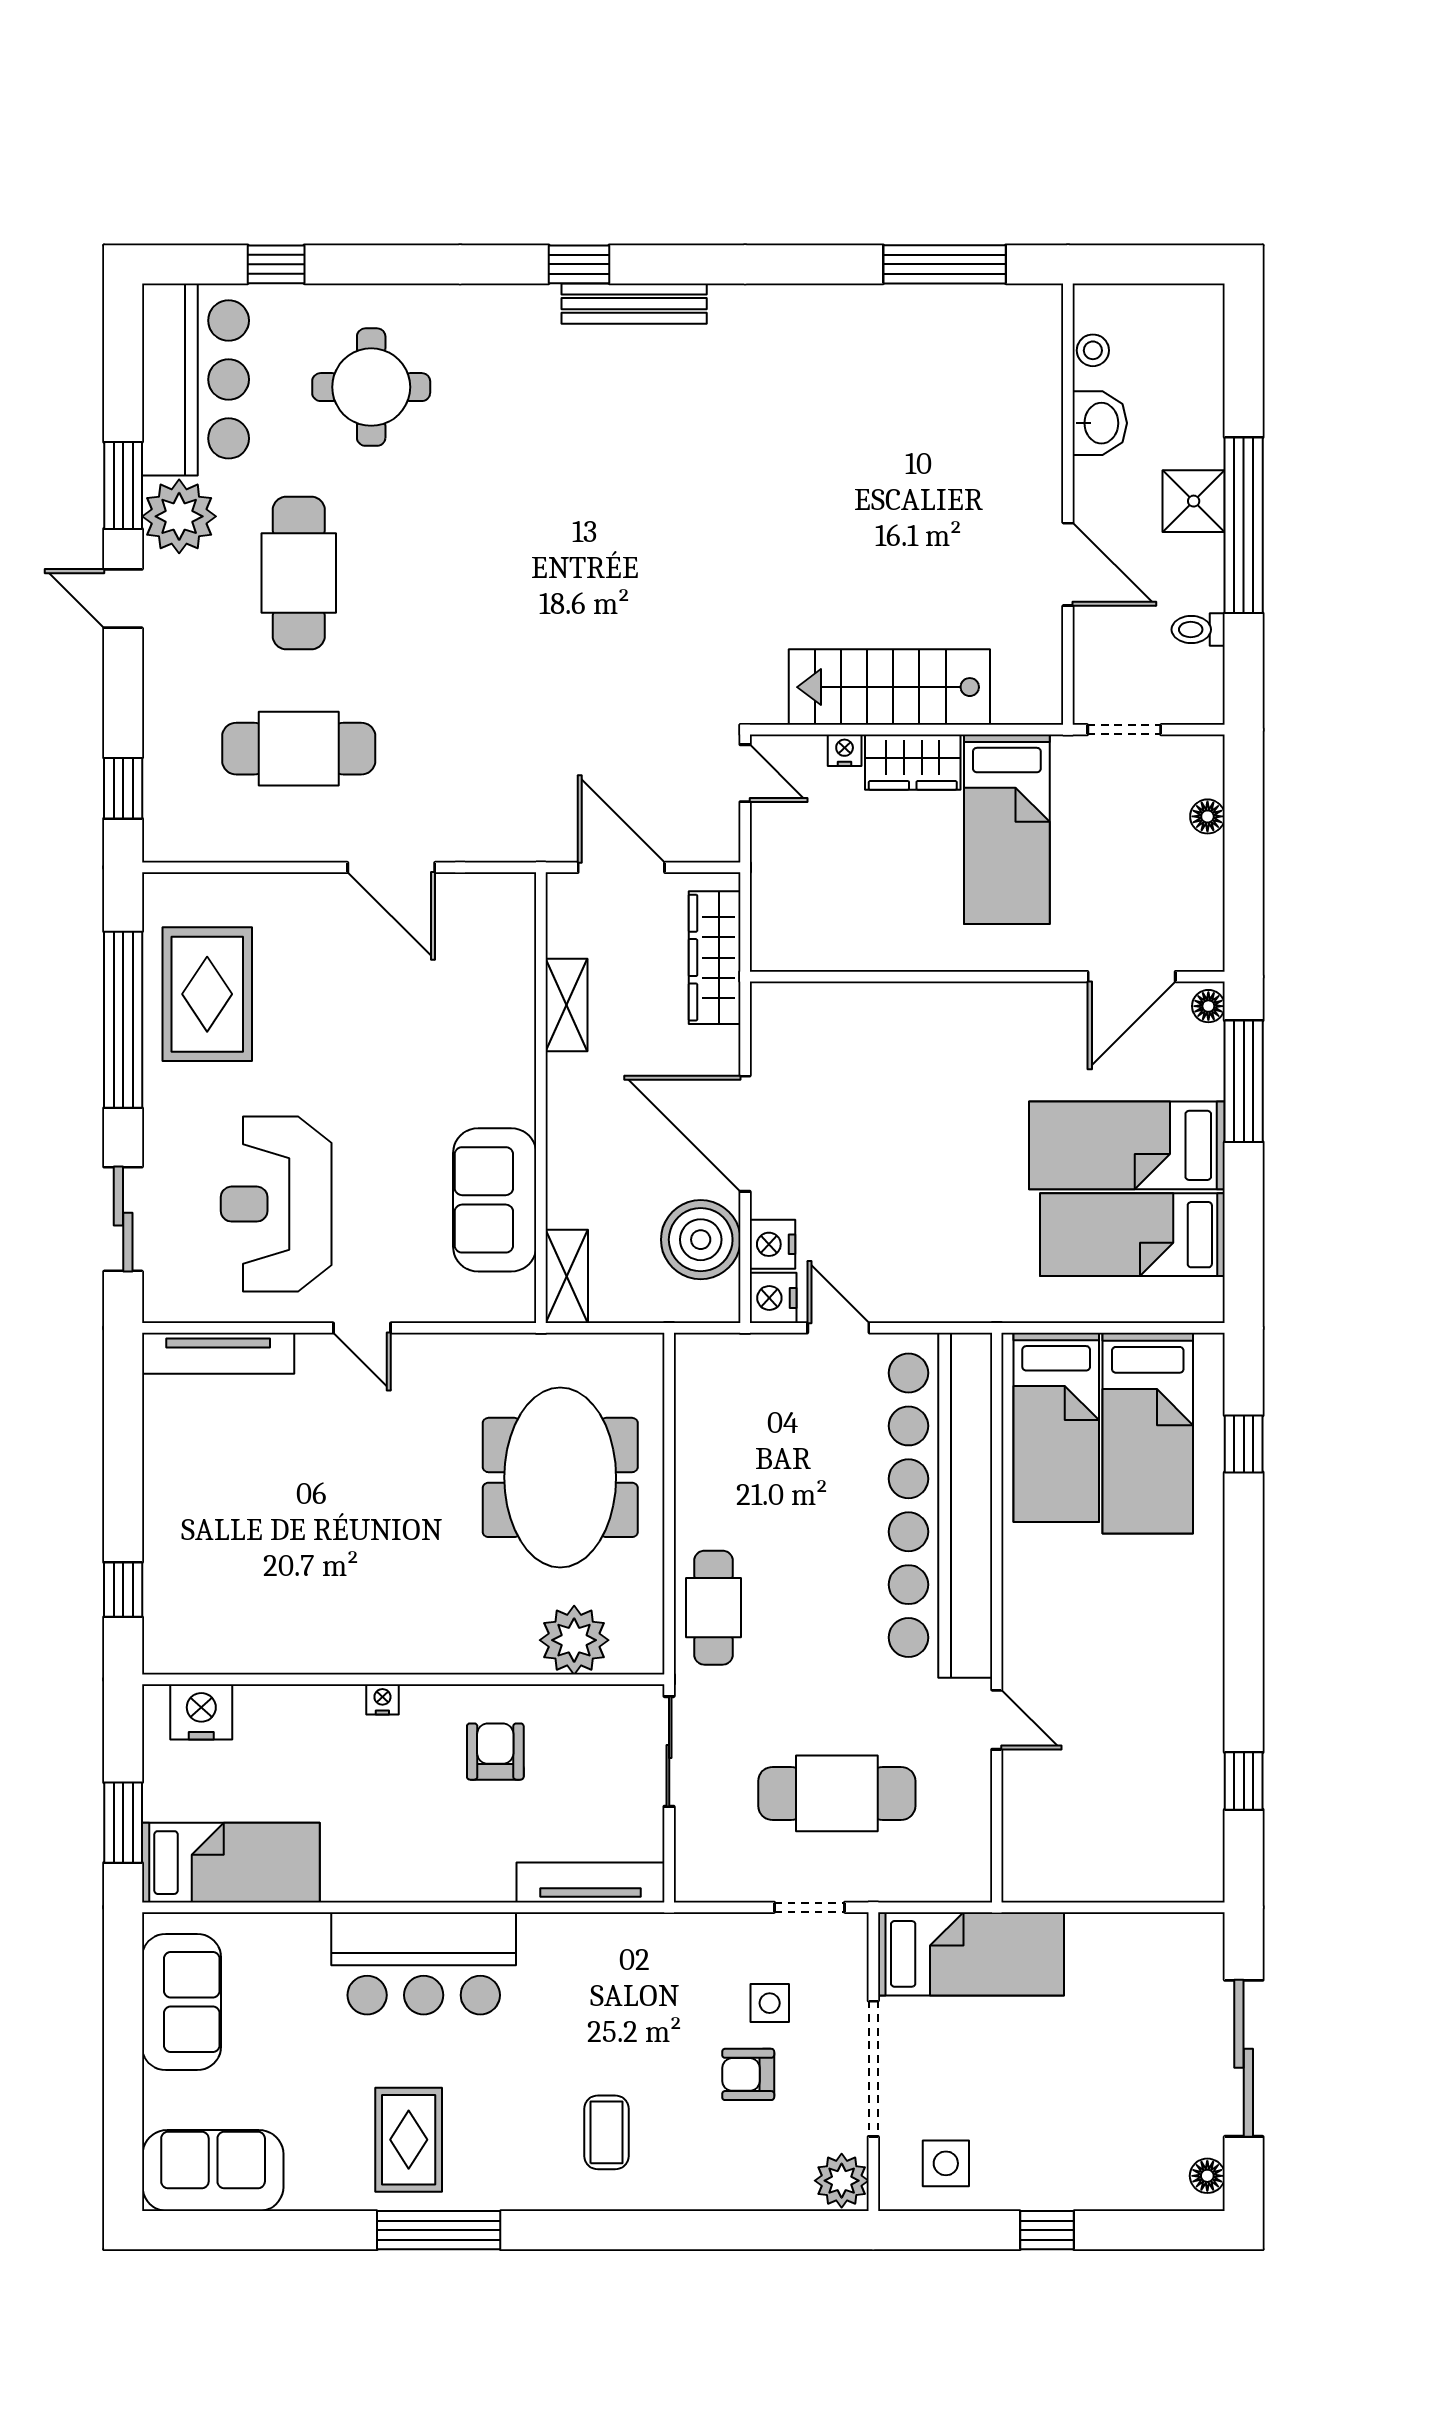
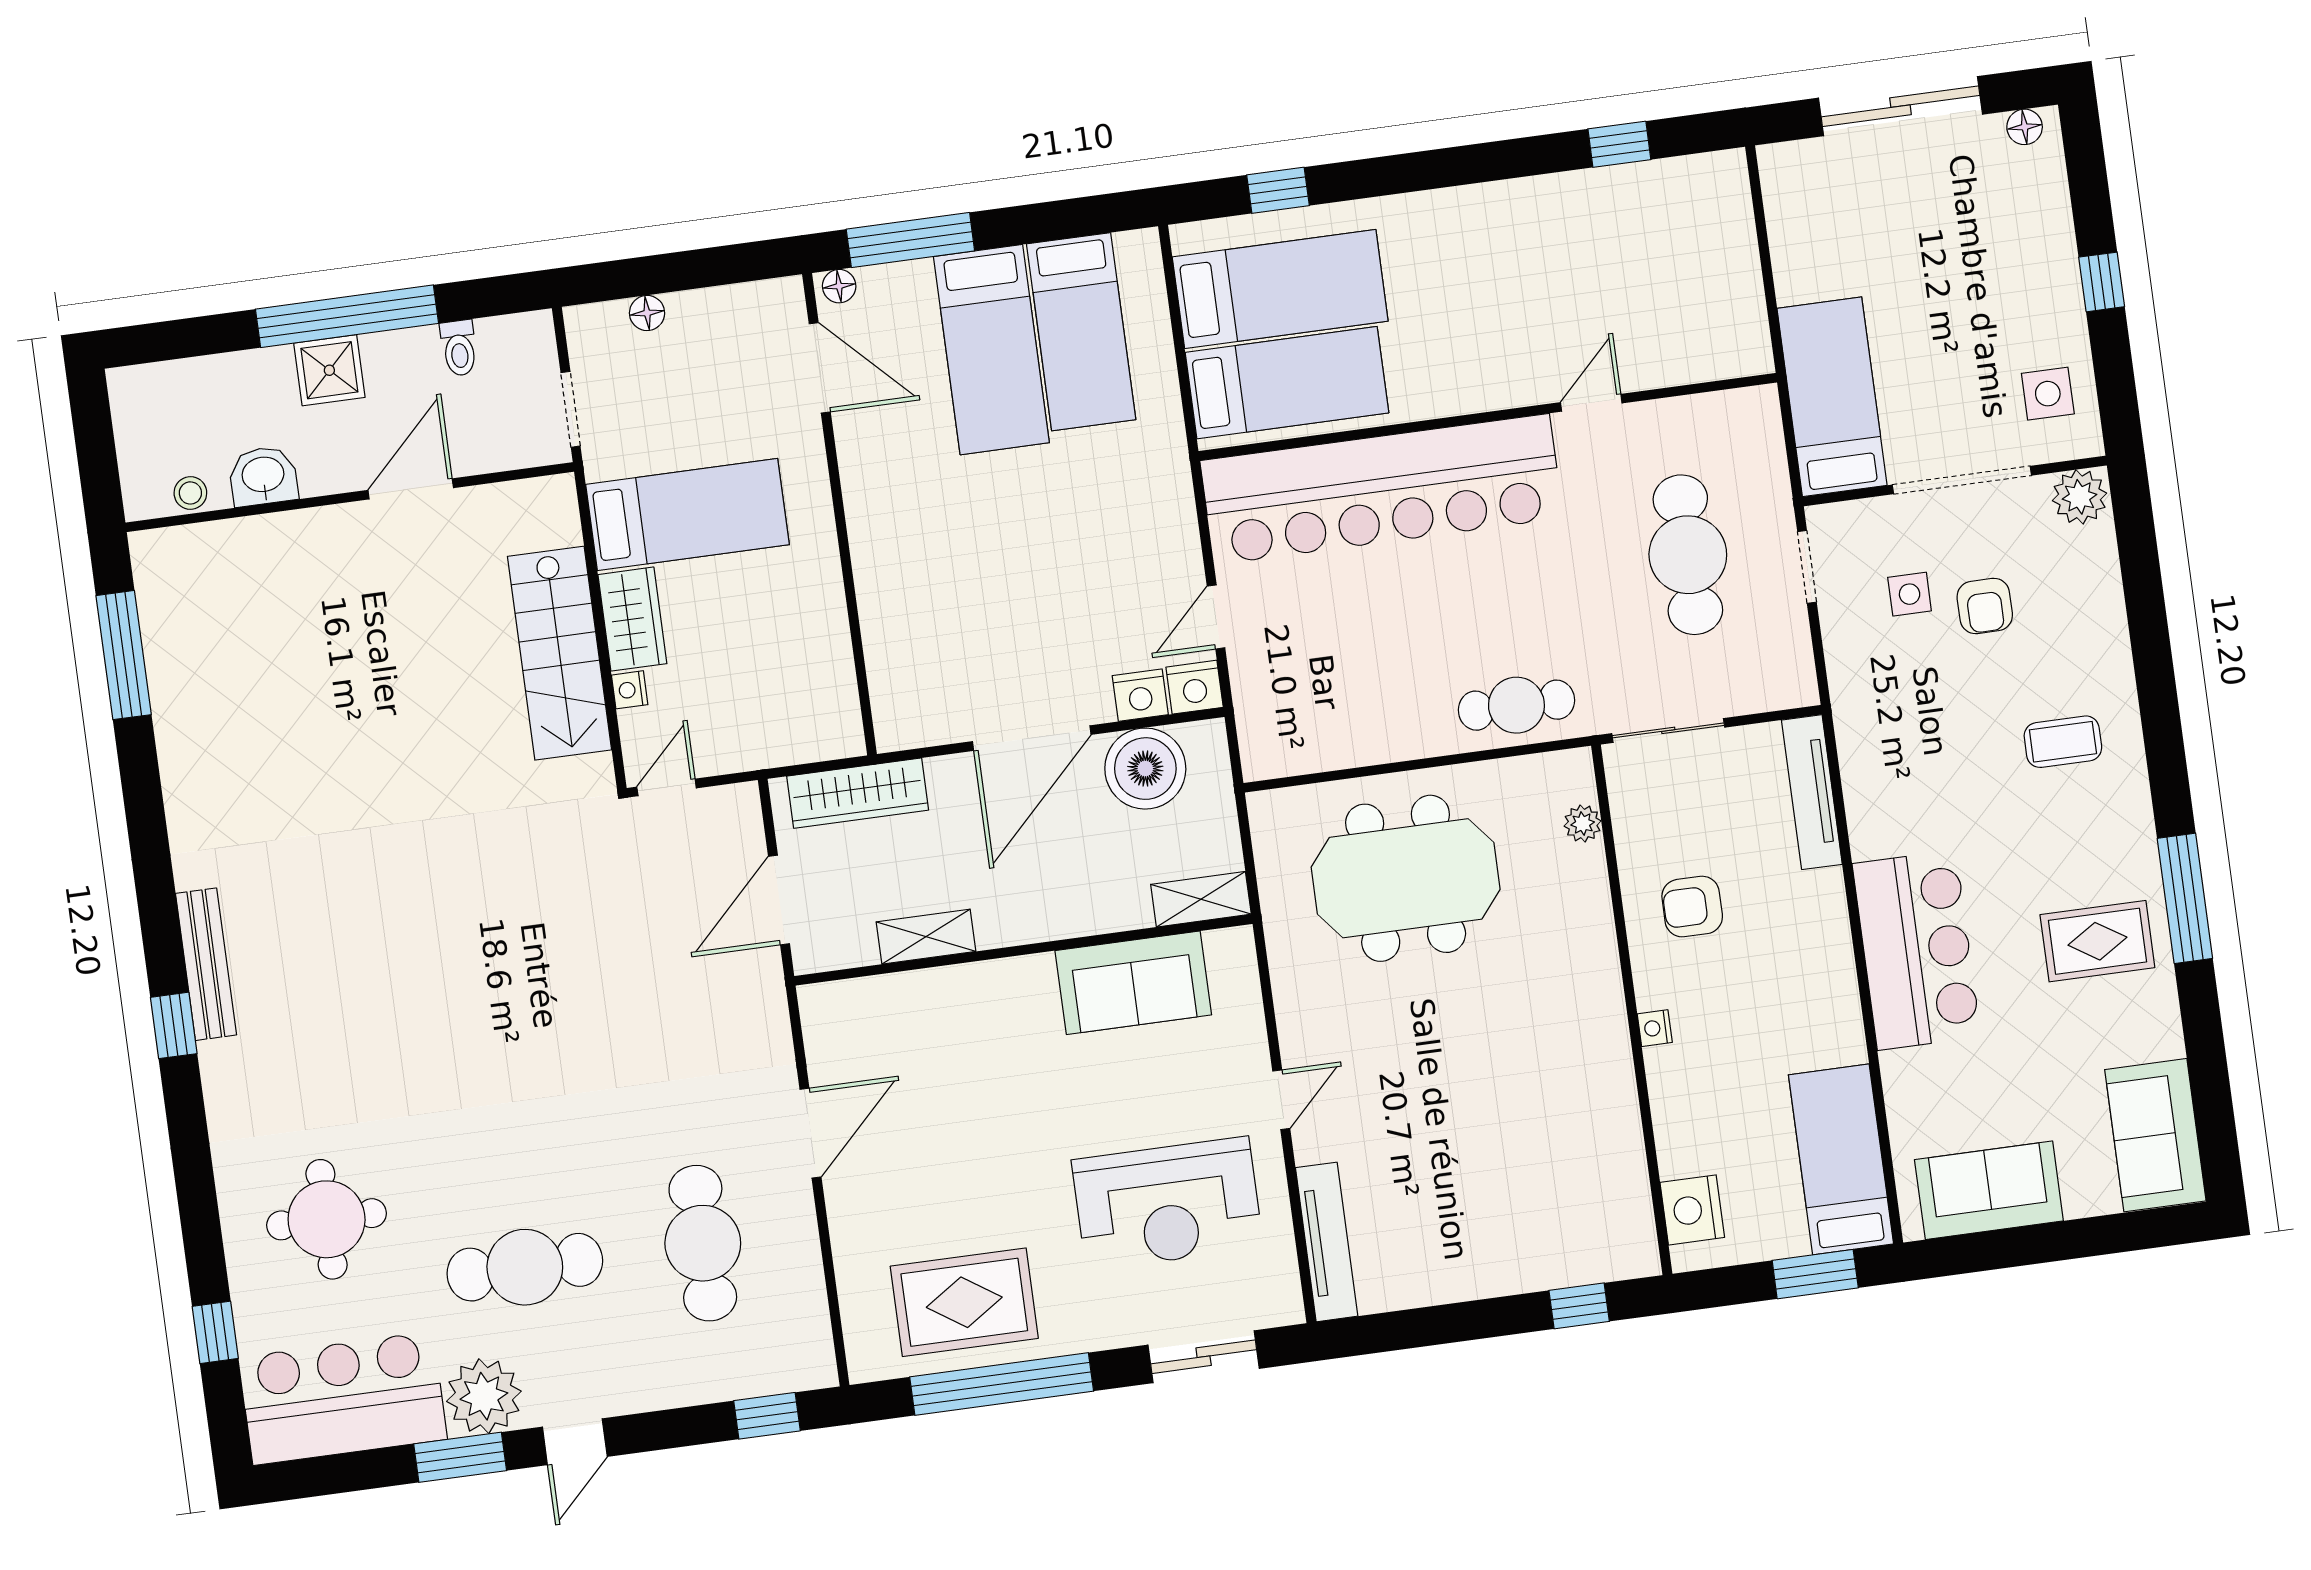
plant: (574, 1640) -> (1583, 824), width x0.53, depth x0.53

